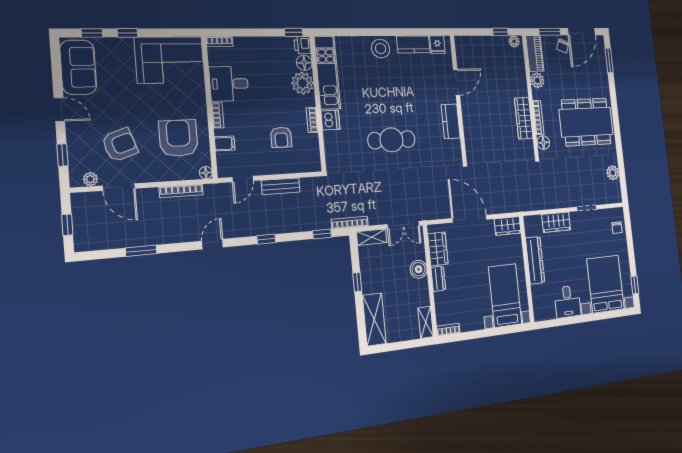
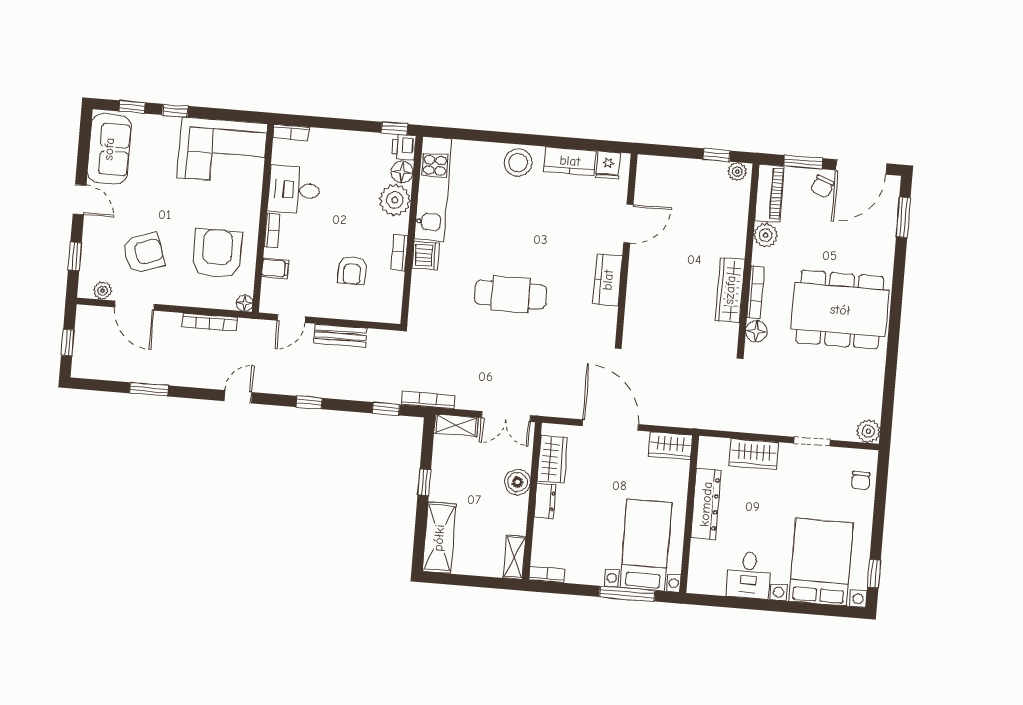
plant: (613, 173) -> (868, 431), moved
window: (500, 331) -> (627, 594), added

